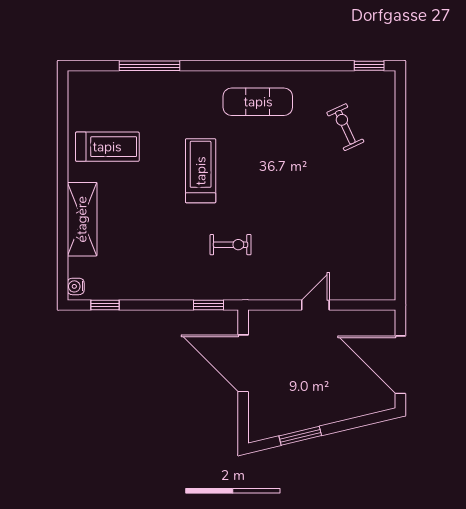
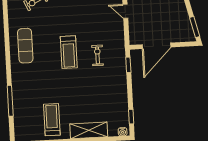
treadmill: (201, 171) -> (69, 52), moved, turned -90
window: (300, 436) -> (195, 27), moved

